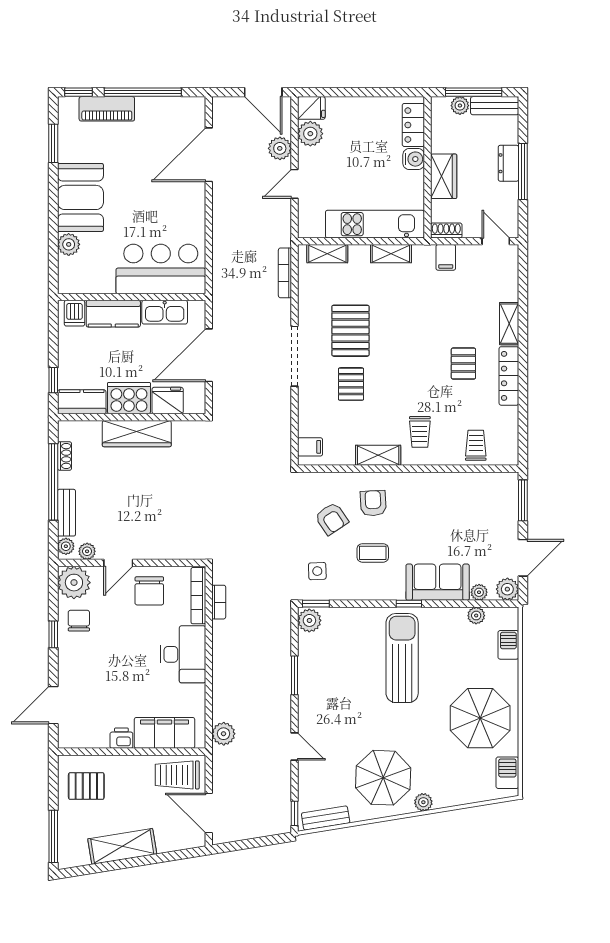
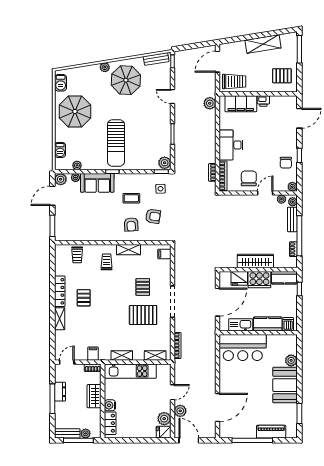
window: (79, 92) -> (286, 440), removed
dresser: (508, 163) -> (60, 392), moved
door: (496, 241) -> (67, 362), swing flipped
pallet: (350, 331) -> (143, 315), turned 90
armchair: (332, 519) -> (153, 216), turned 133
plant: (74, 583) -> (292, 187), width x0.53, depth x0.53
door: (209, 813) -> (218, 62), swing flipped

